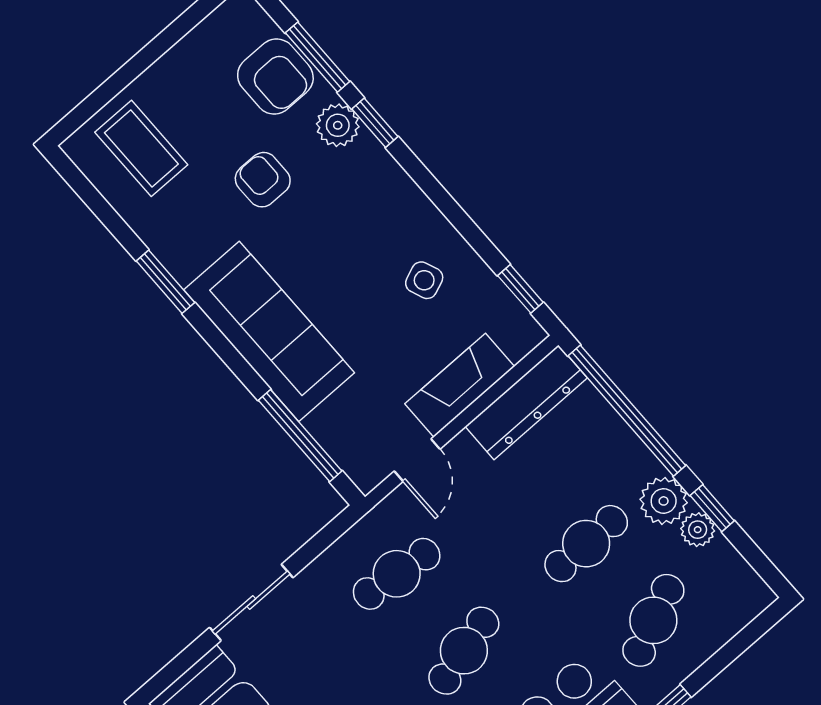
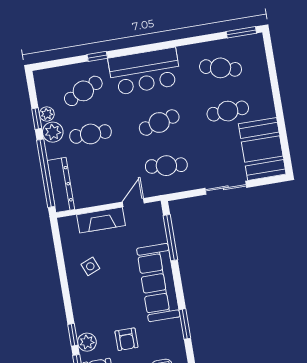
window: (520, 289) -> (57, 241), removed
dresser: (526, 402) -> (61, 185), moved, turned 90

